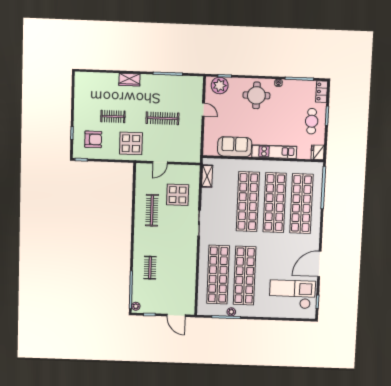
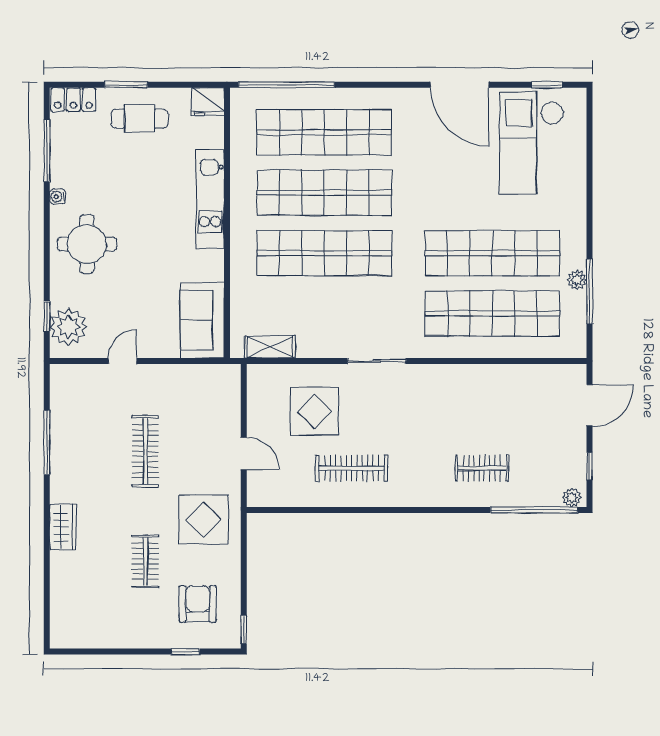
sofa: (235, 147) -> (202, 320), moved

